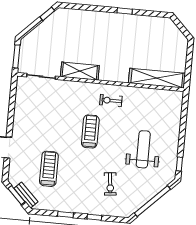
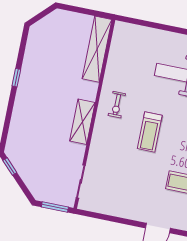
shelving: (80, 71) -> (82, 122), moved
treadmill: (90, 131) -> (150, 132), turned -90

